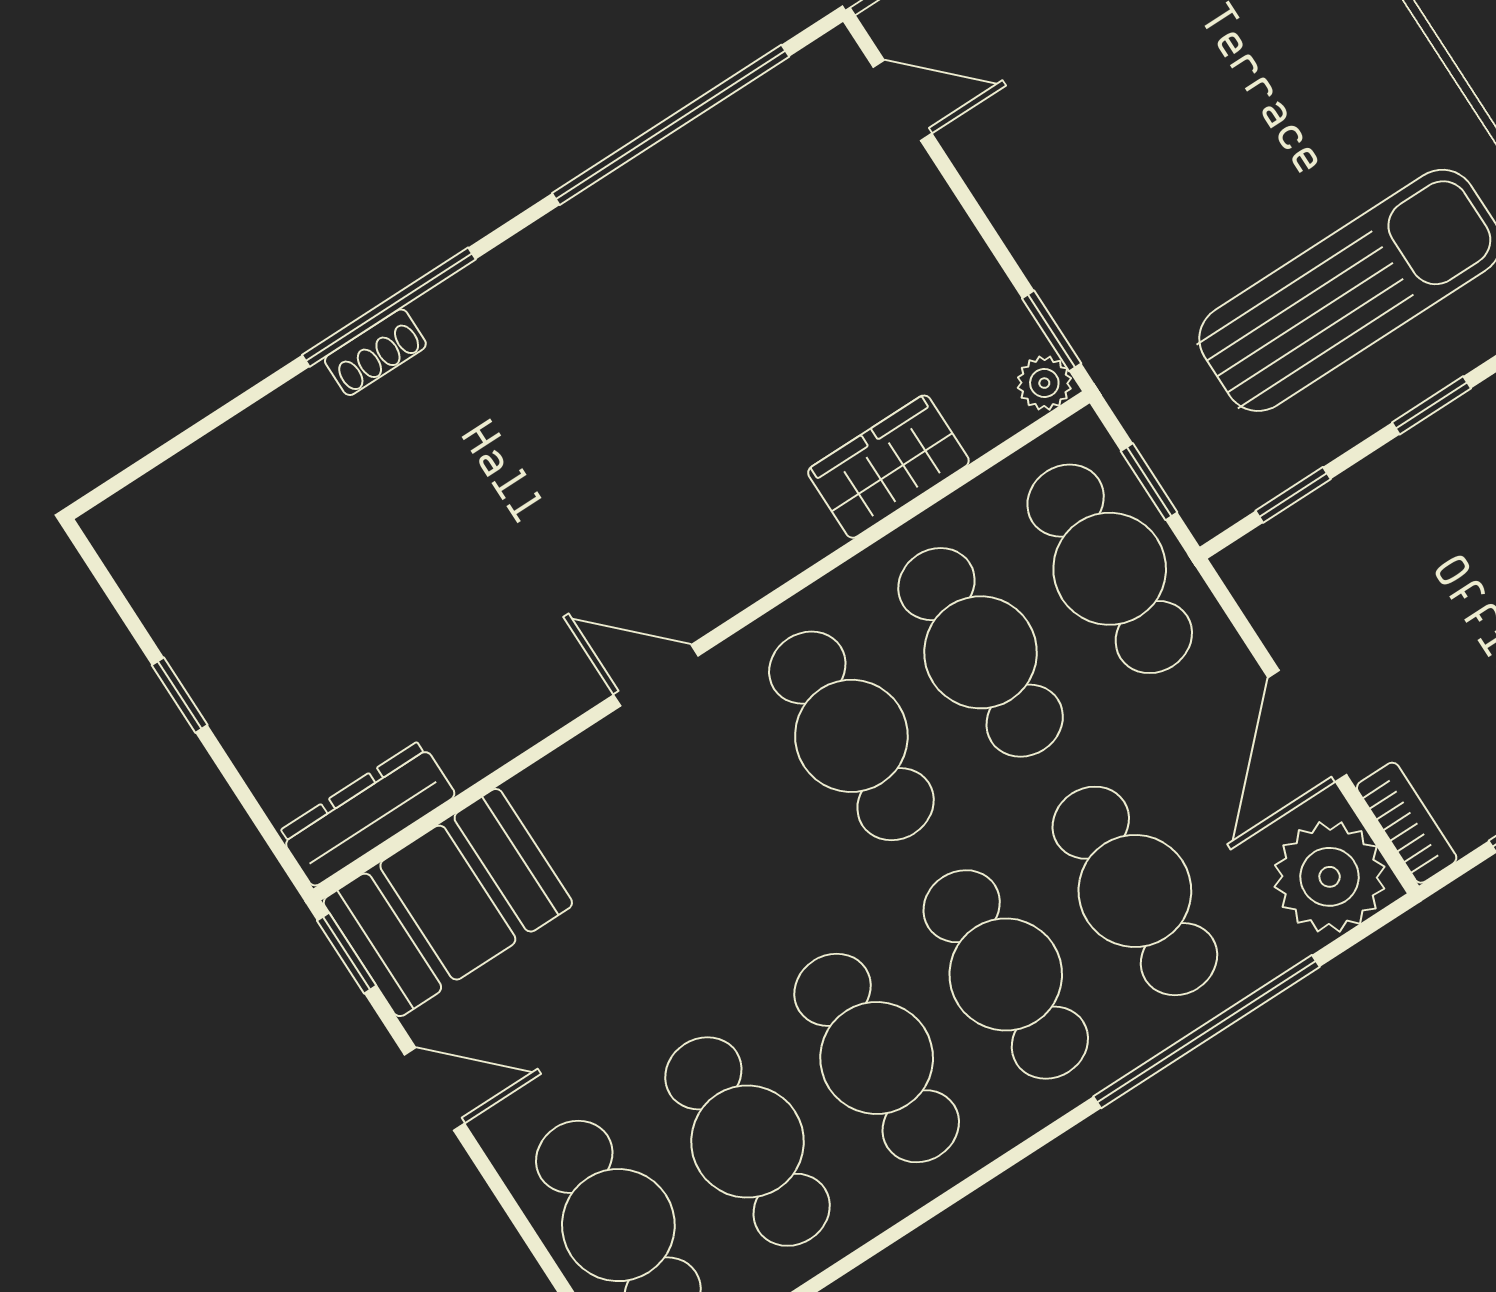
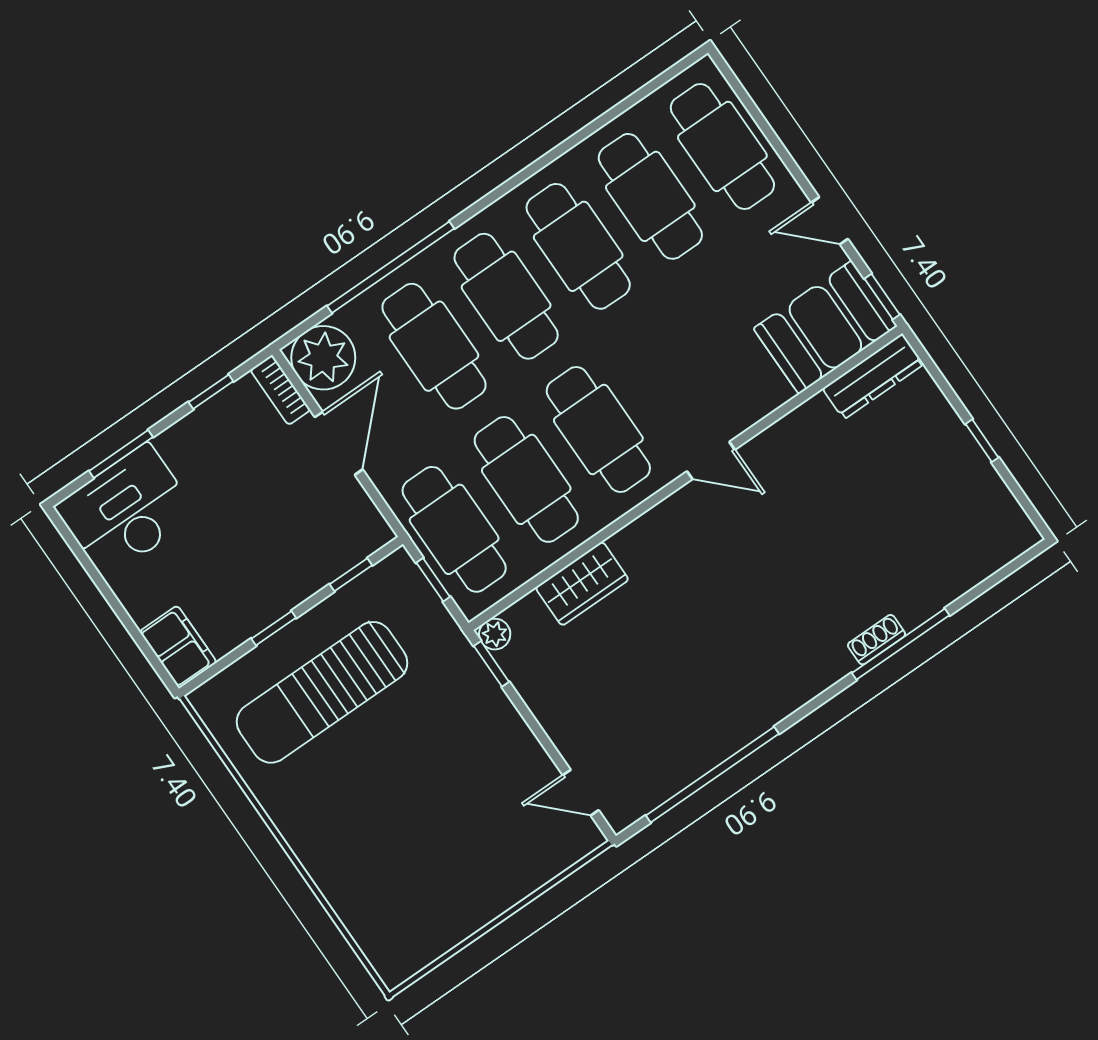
window: (389, 307) -> (901, 644), moved

